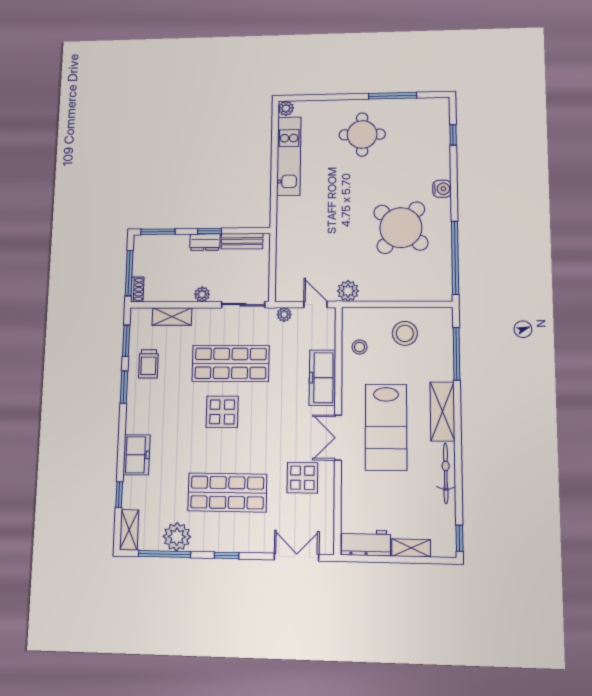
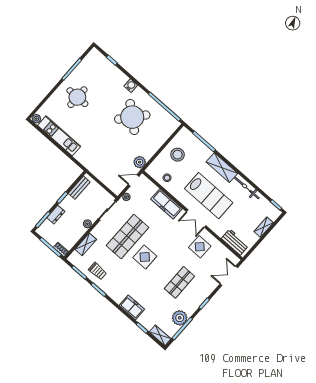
dresser: (205, 242) -> (56, 215), moved
shop shelf: (227, 493) -> (179, 282), width x0.70, depth x0.74
workbench: (366, 543) -> (235, 242), moved, turned 90

